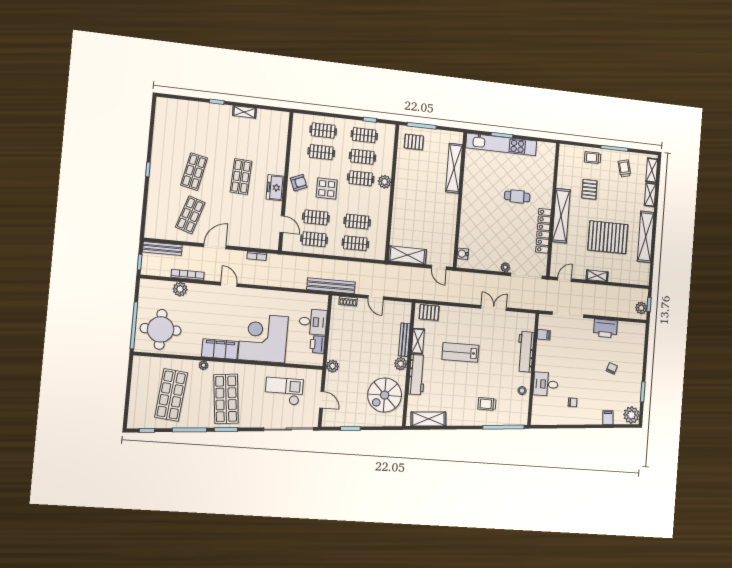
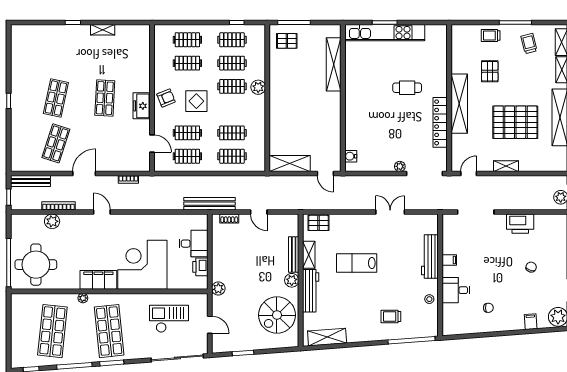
filing cabinet: (544, 335) -> (449, 260), moved

